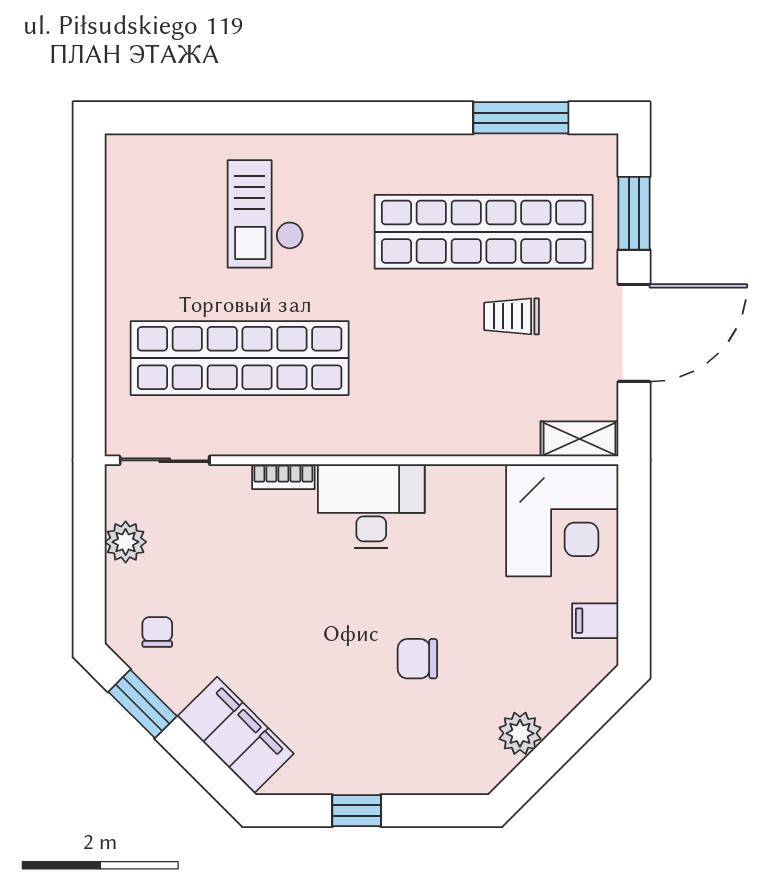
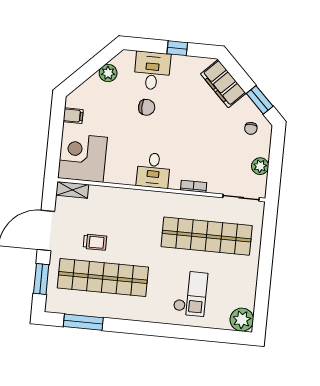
plant: (133, 162) -> (242, 320), added
desk: (371, 506) -> (153, 170), width x0.73
desk: (413, 749) -> (152, 71), added

